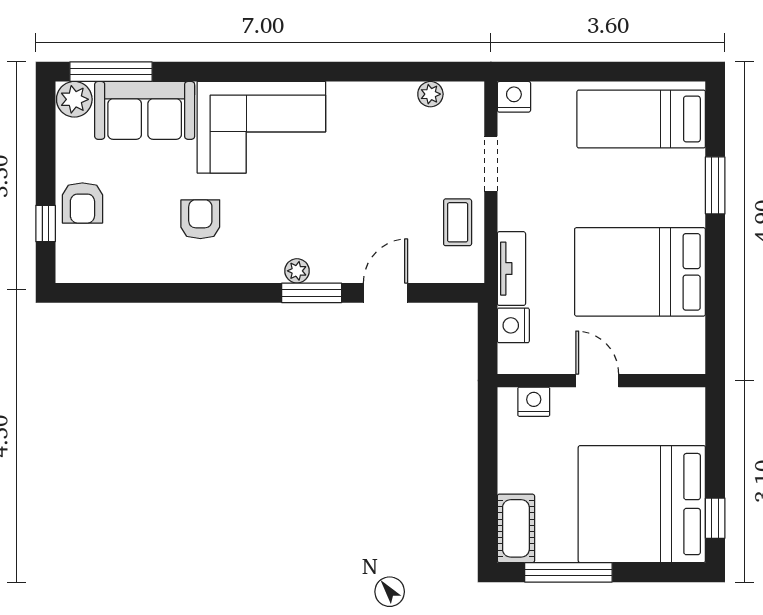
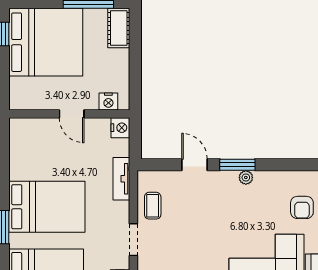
bed: (640, 272) -> (47, 207), moved
door: (386, 293) -> (194, 165), swing flipped
nightstand: (513, 325) -> (120, 128), moved

